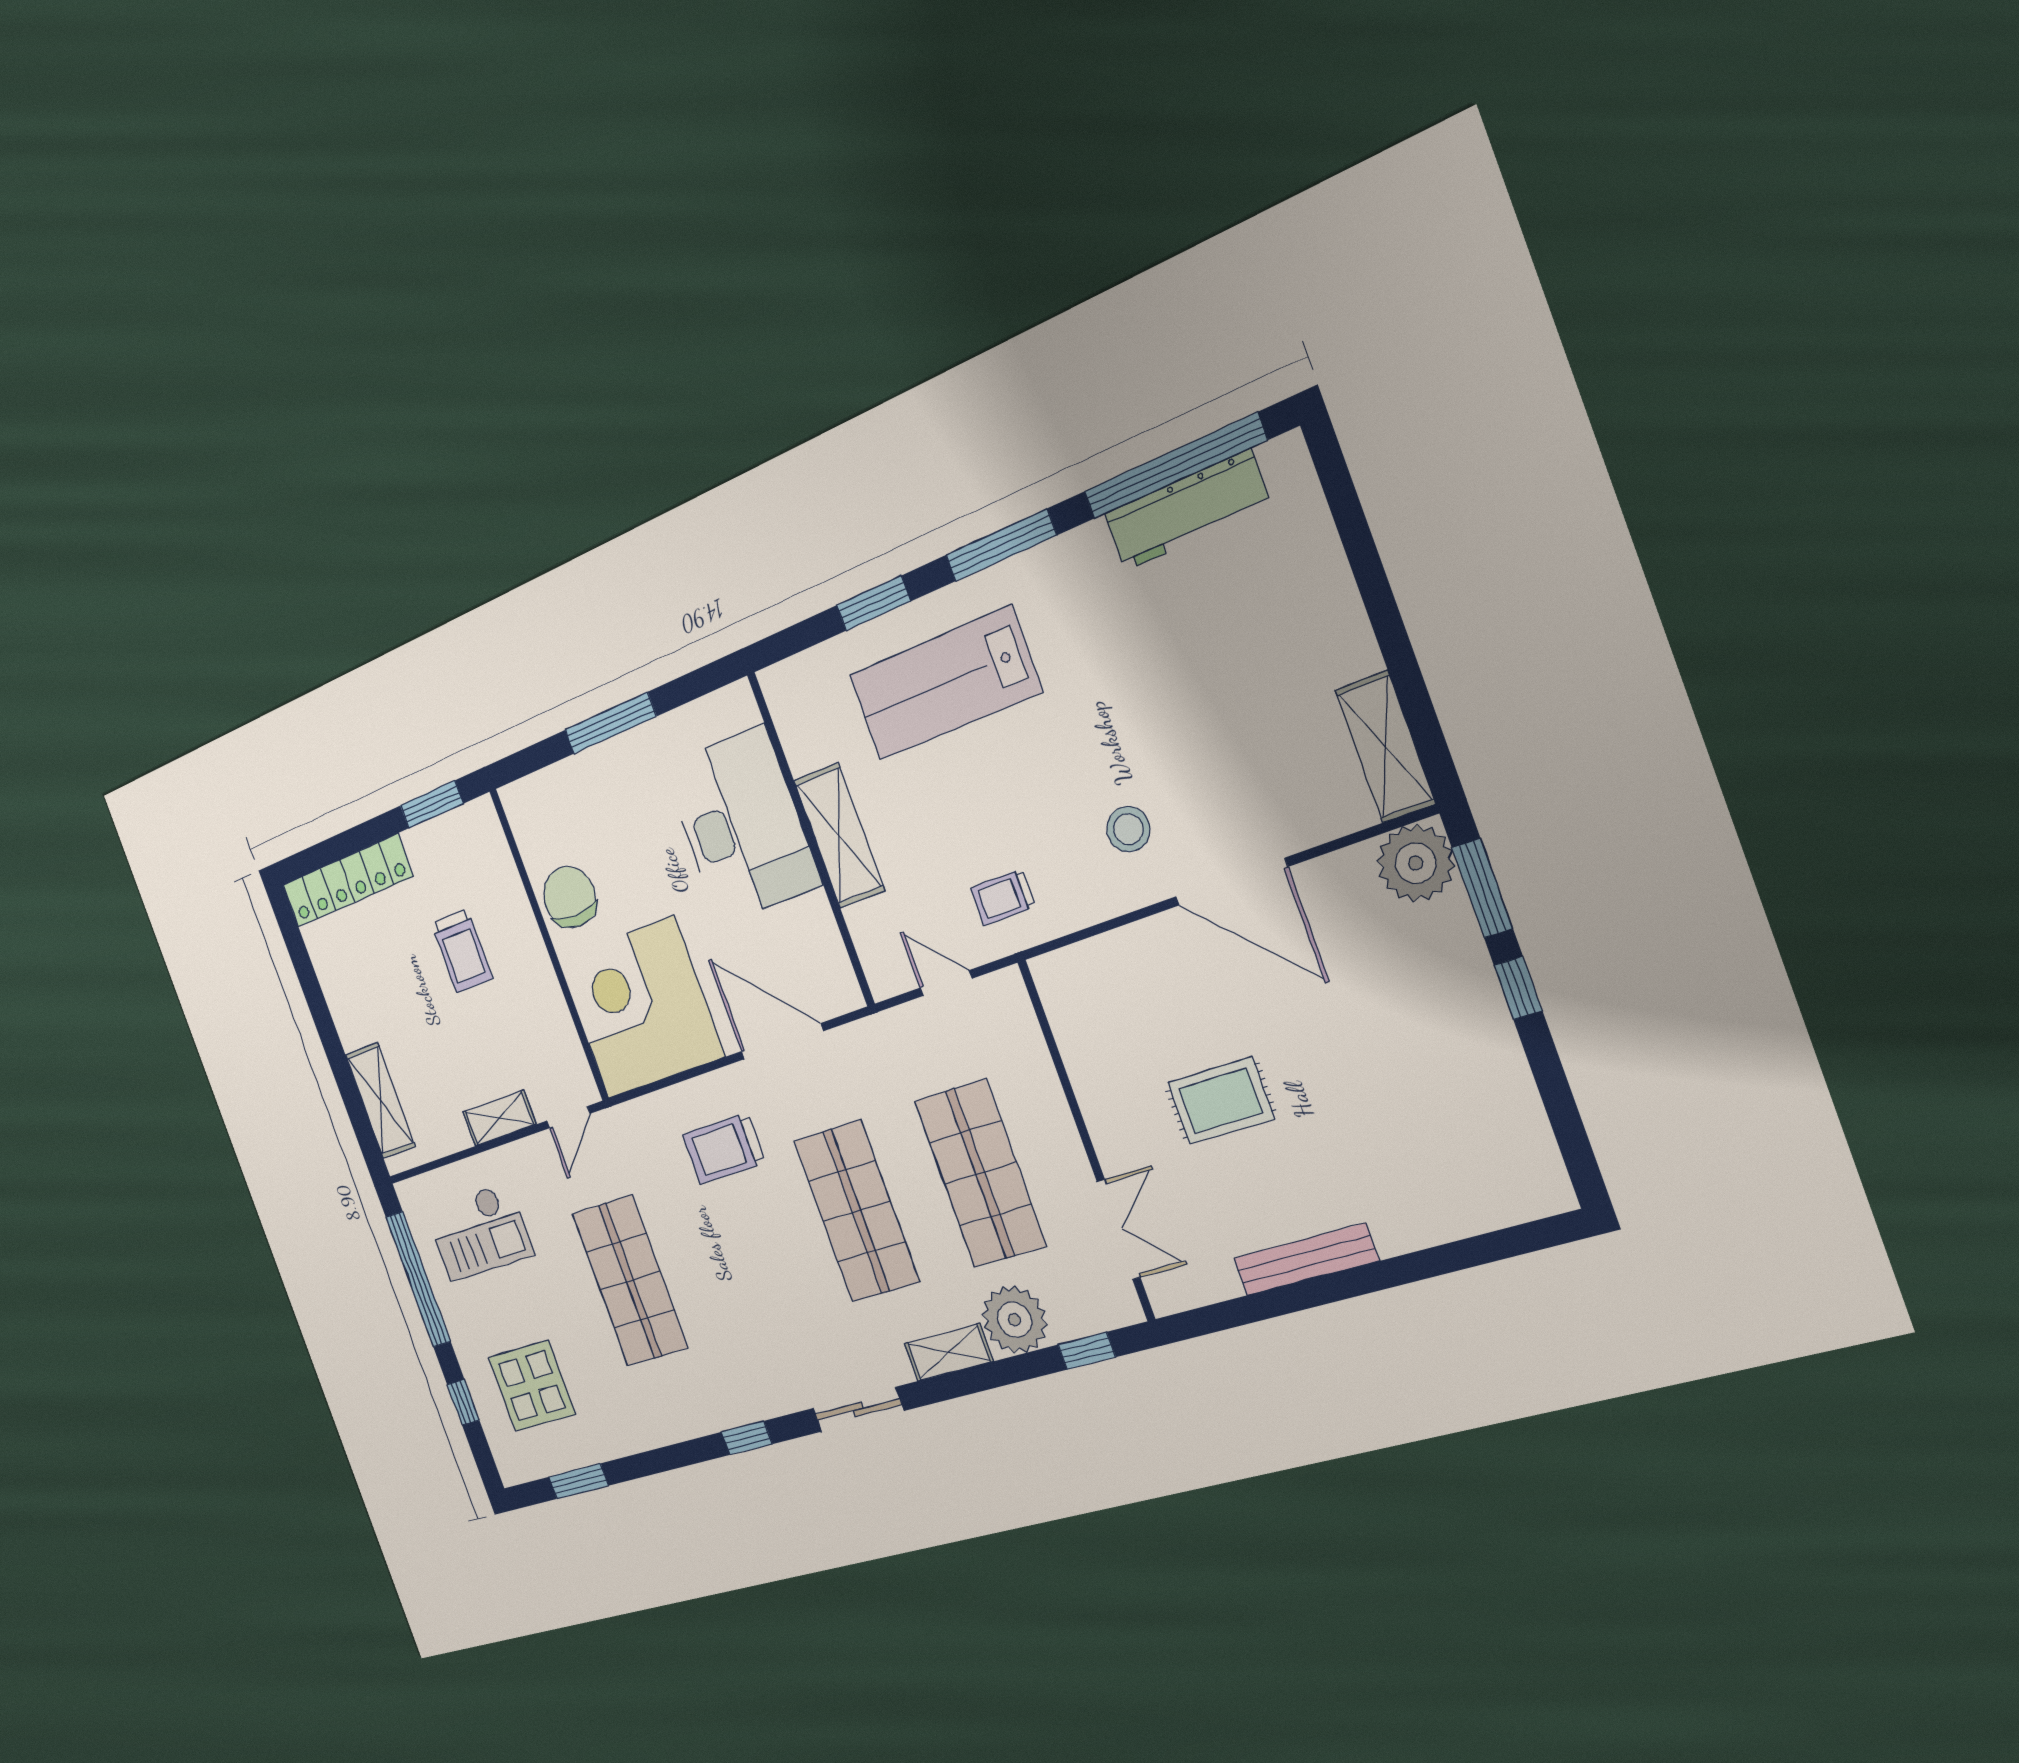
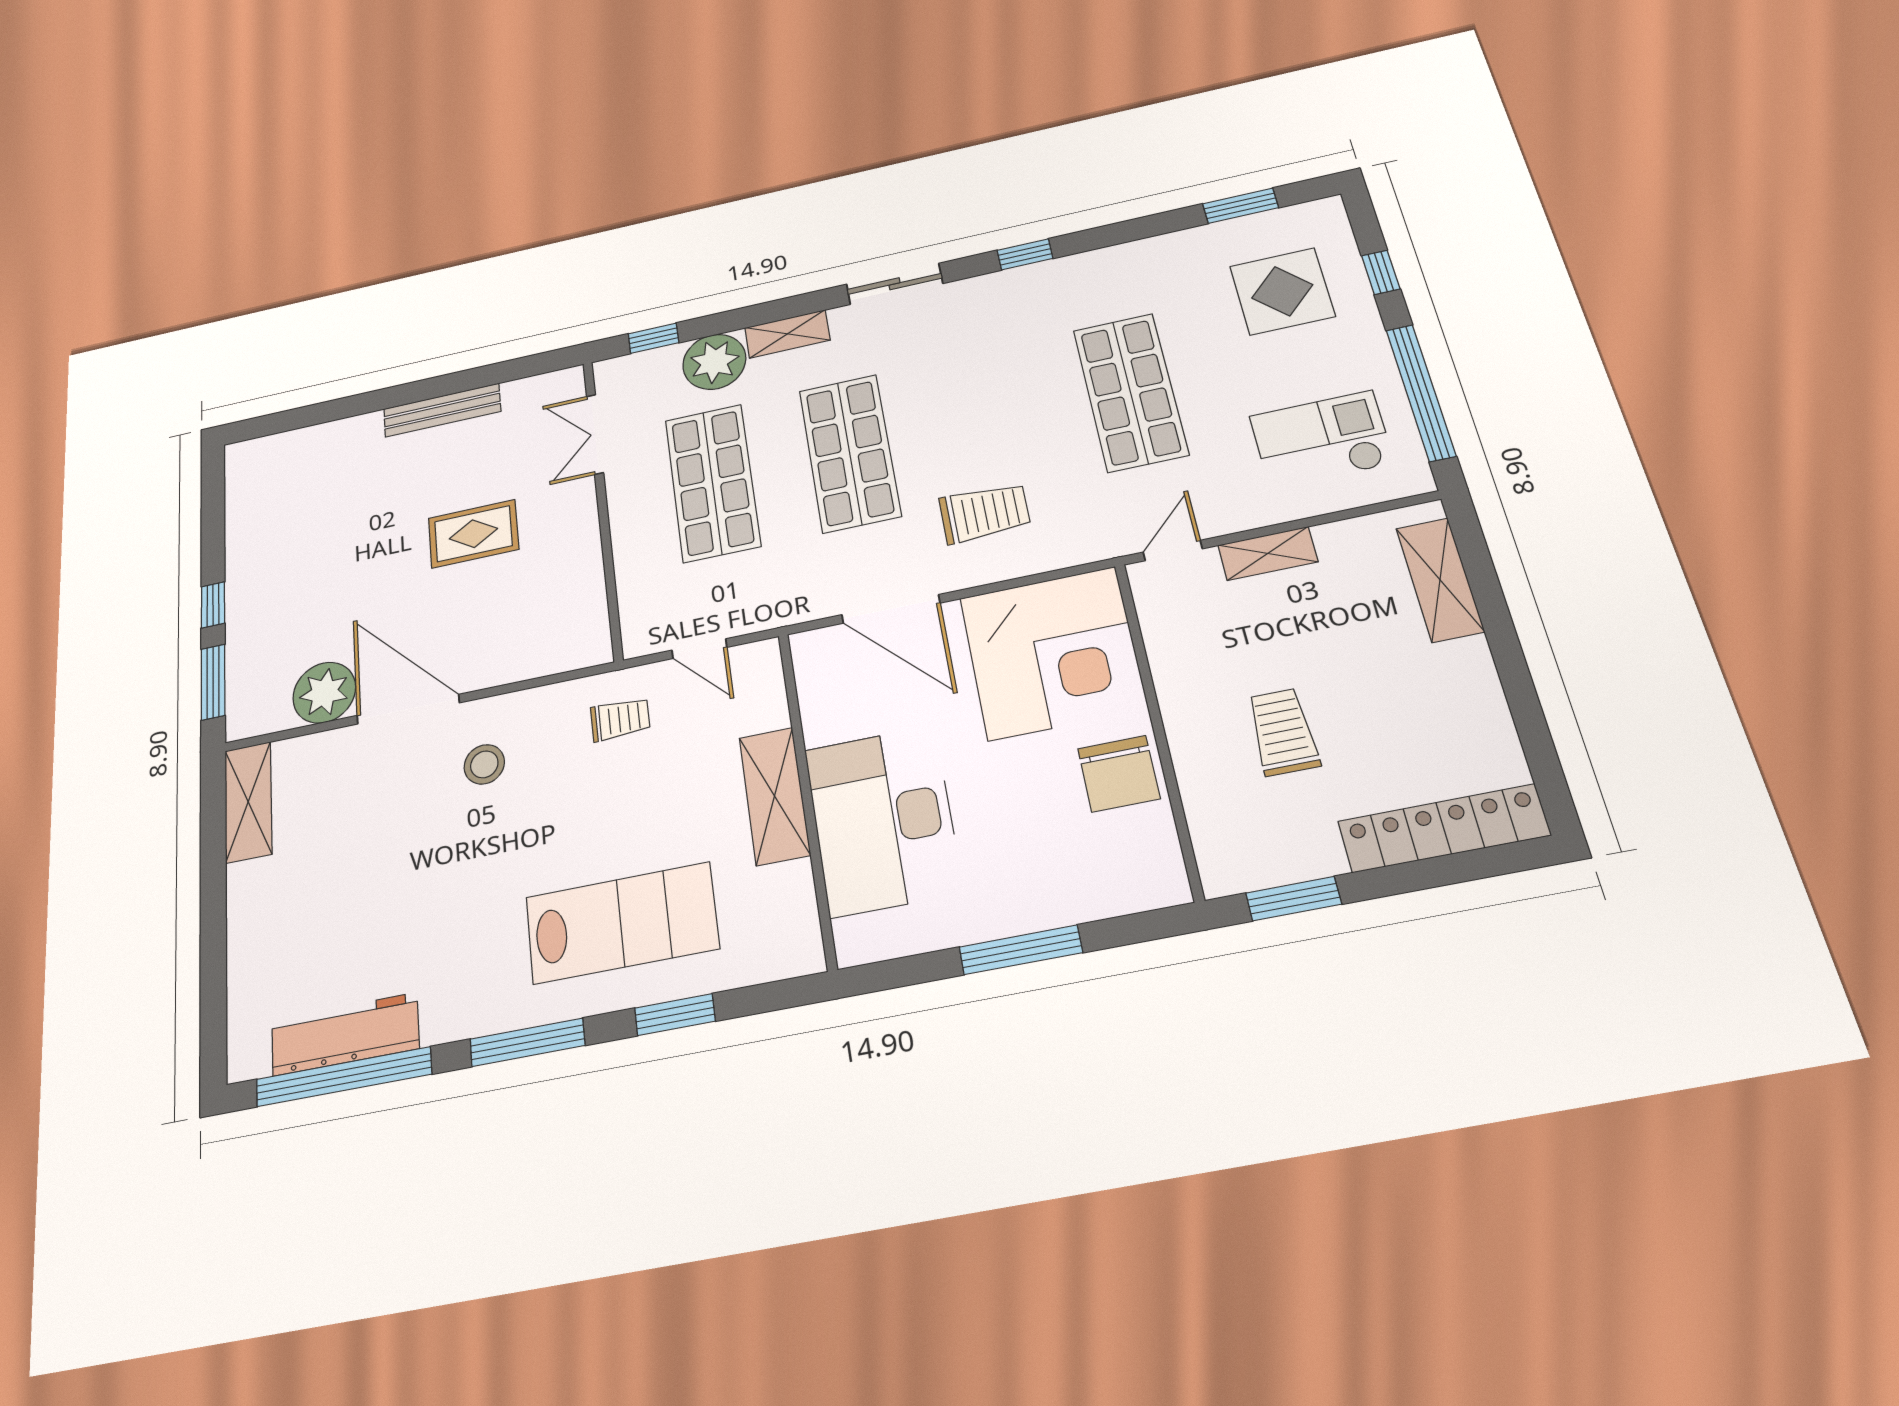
plant: (1416, 863) -> (324, 693), moved

